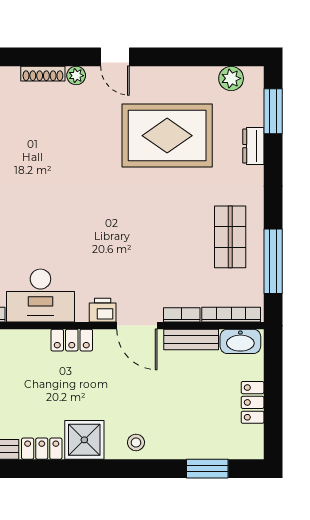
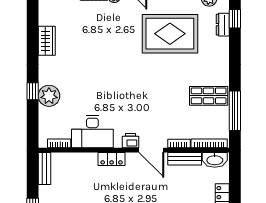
window: (273, 111) -> (235, 19), width x0.67
dresser: (253, 146) -> (223, 25), moved
shop shelf: (230, 237) -> (209, 96), turned 90

